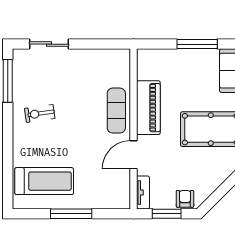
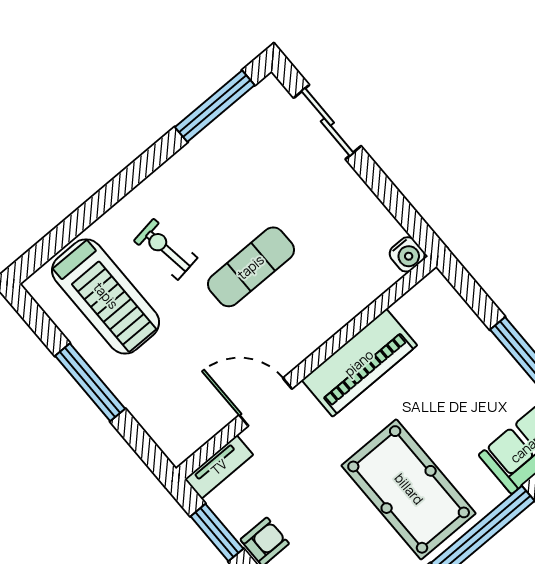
water cooler: (123, 56) -> (407, 254), added
exercise mat: (116, 111) -> (251, 267), moved
exercise bike: (40, 113) -> (166, 249), moved

